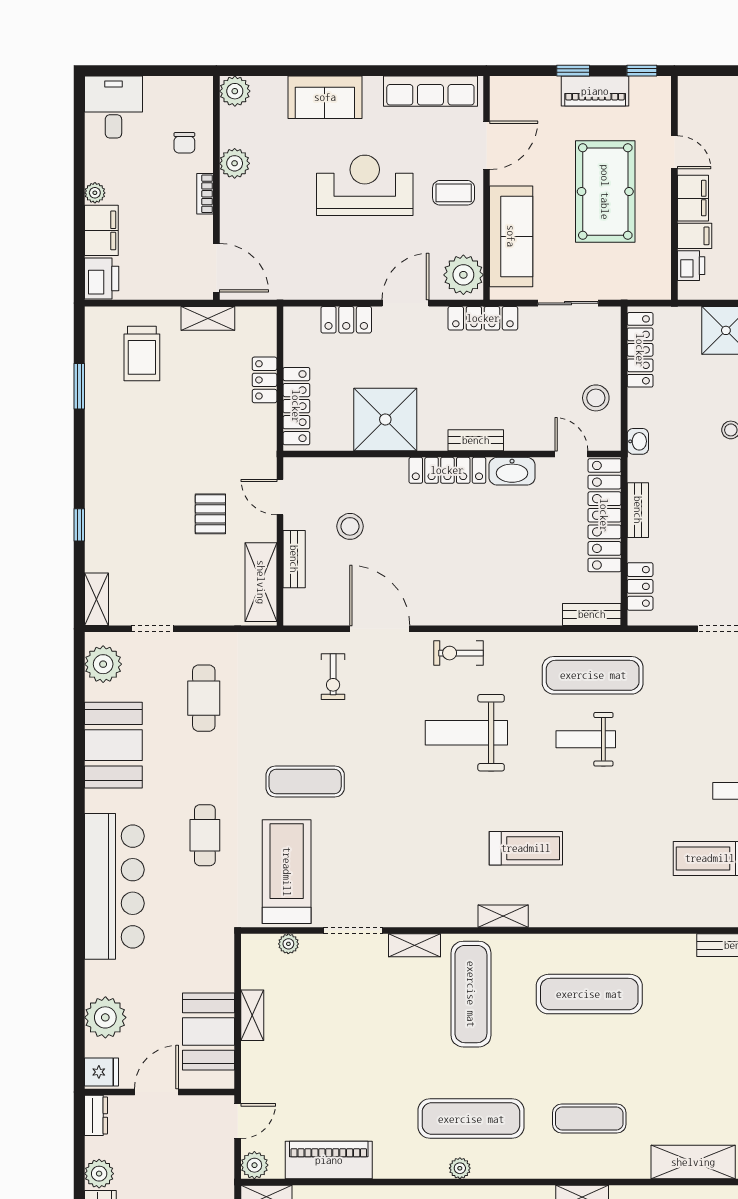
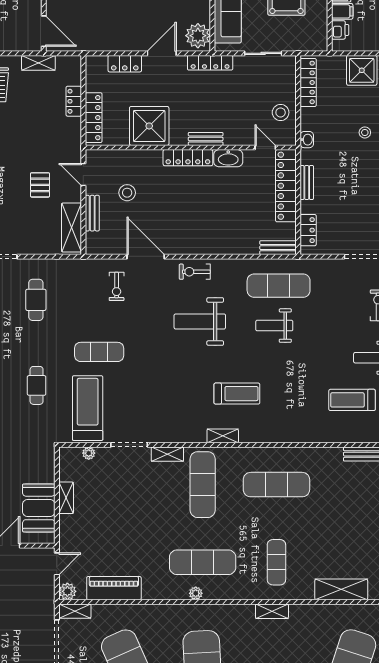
exercise mat: (589, 1119) -> (276, 562), turned 90

